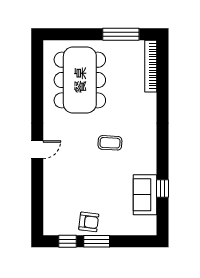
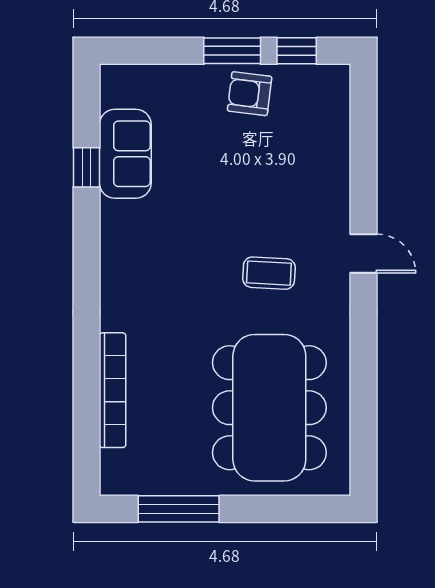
bookcase: (151, 66) -> (113, 390), moved
coffee table: (110, 143) -> (269, 273), moved
door: (37, 150) -> (363, 254), swing flipped

